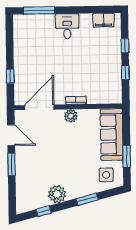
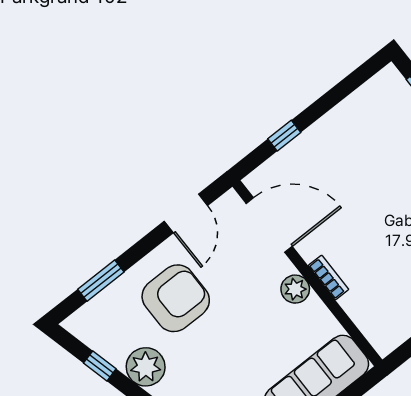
armchair: (40, 163) -> (176, 298), added
window: (12, 164) -> (101, 281), moved

